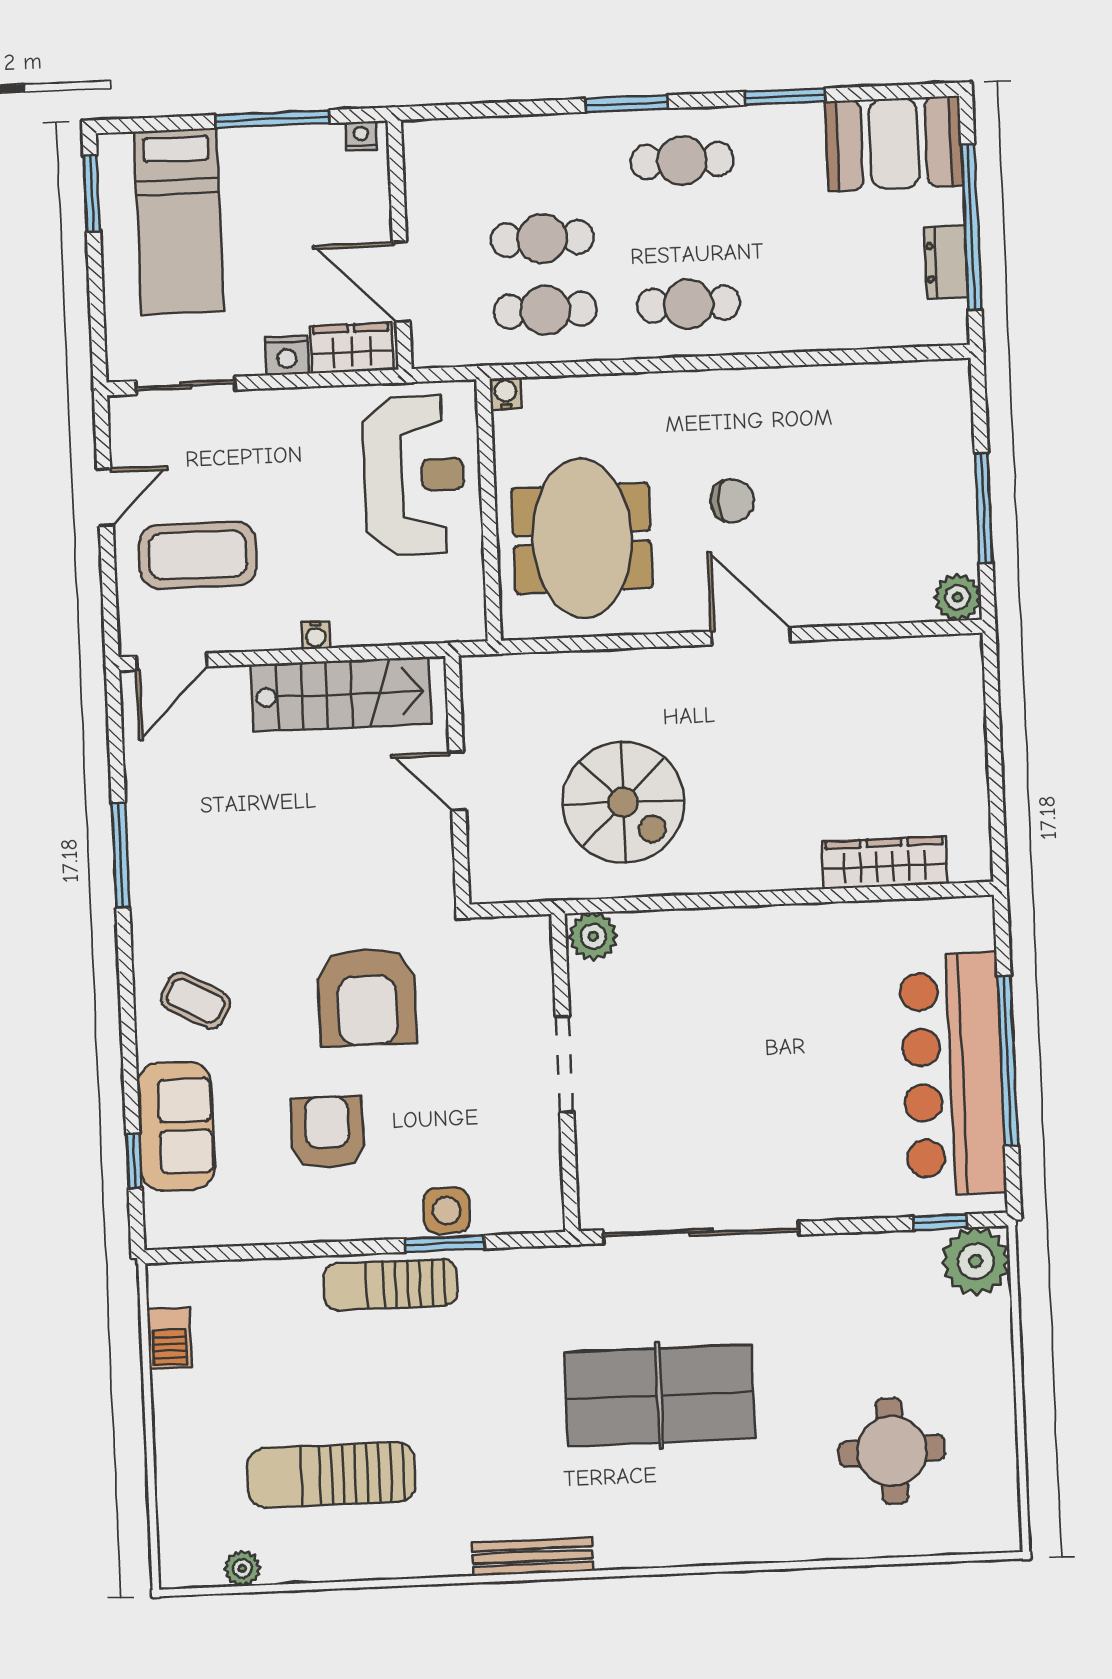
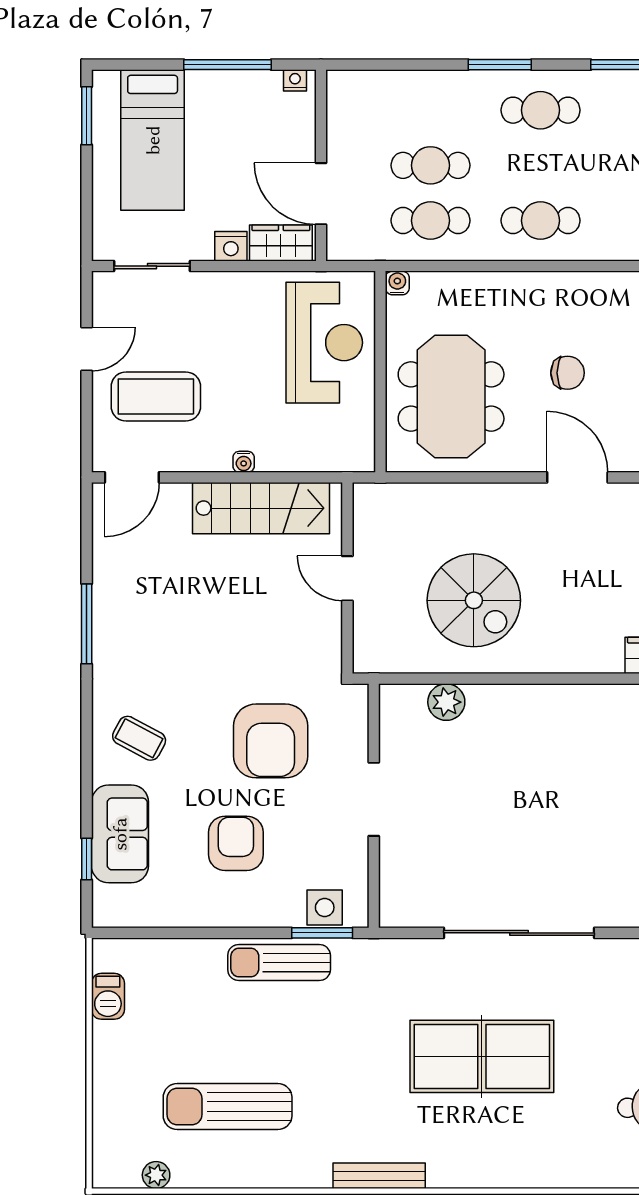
doorway: (565, 1064) -> (374, 799), moved
wall: (565, 1073) -> (374, 806), moved

